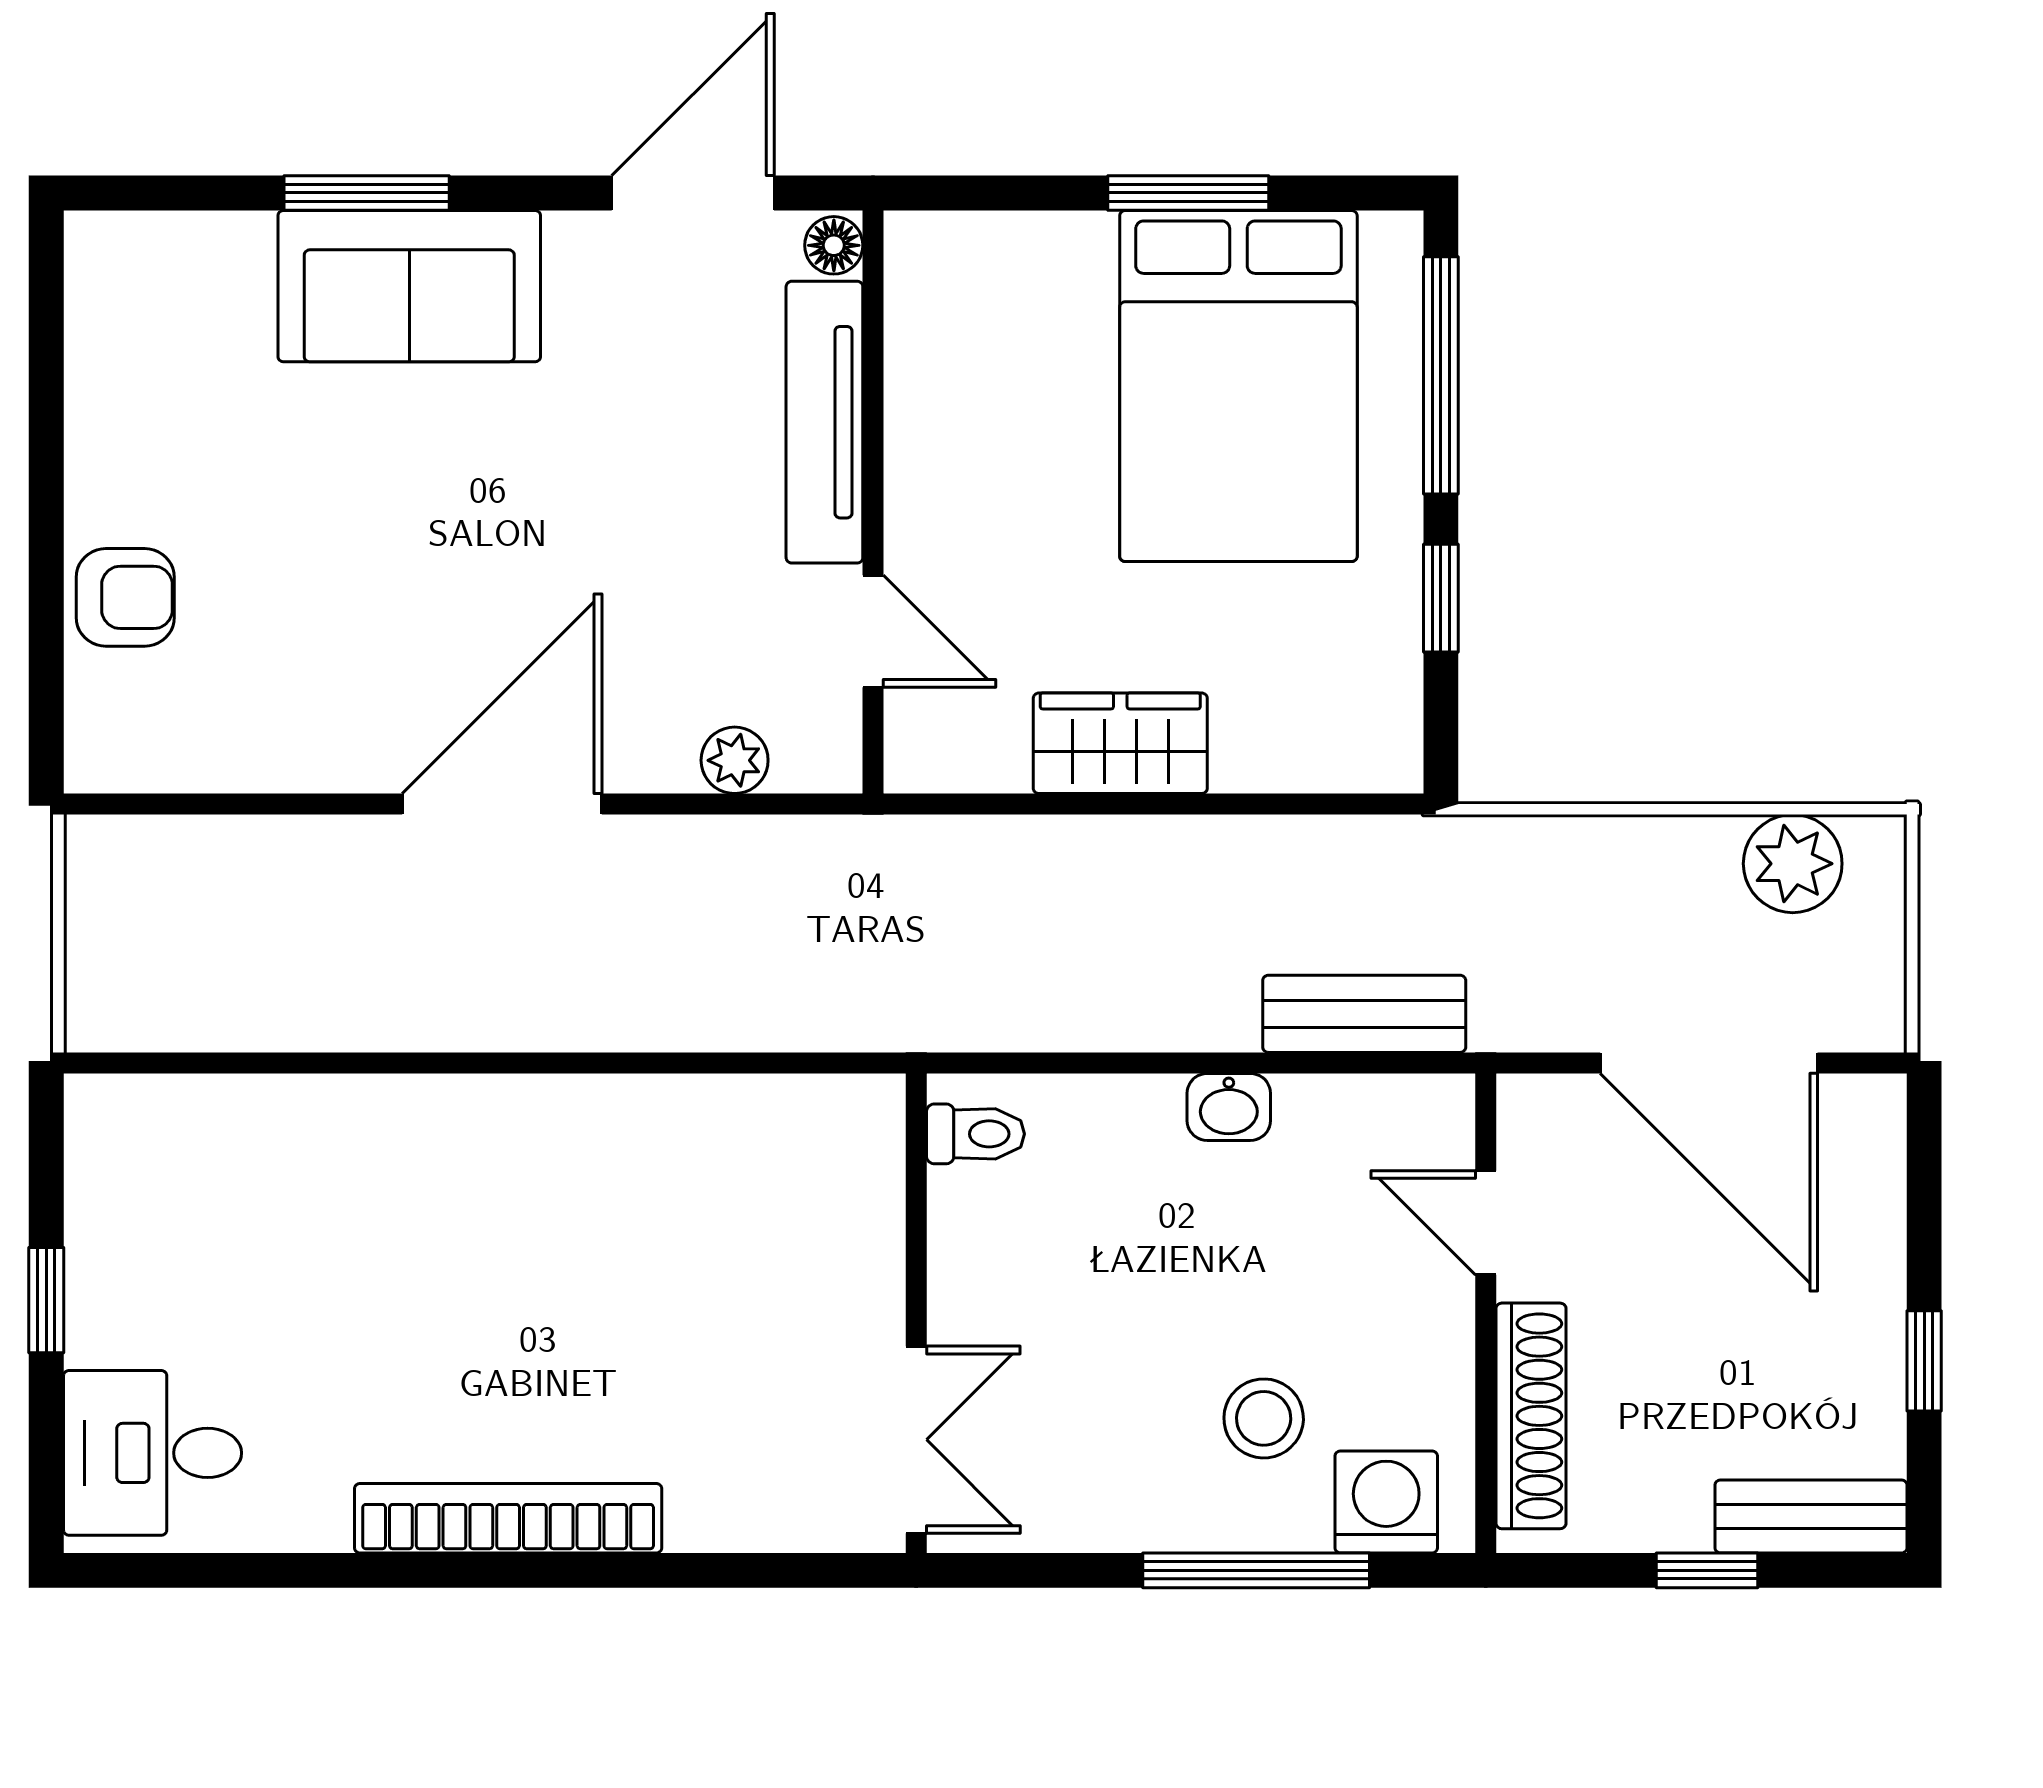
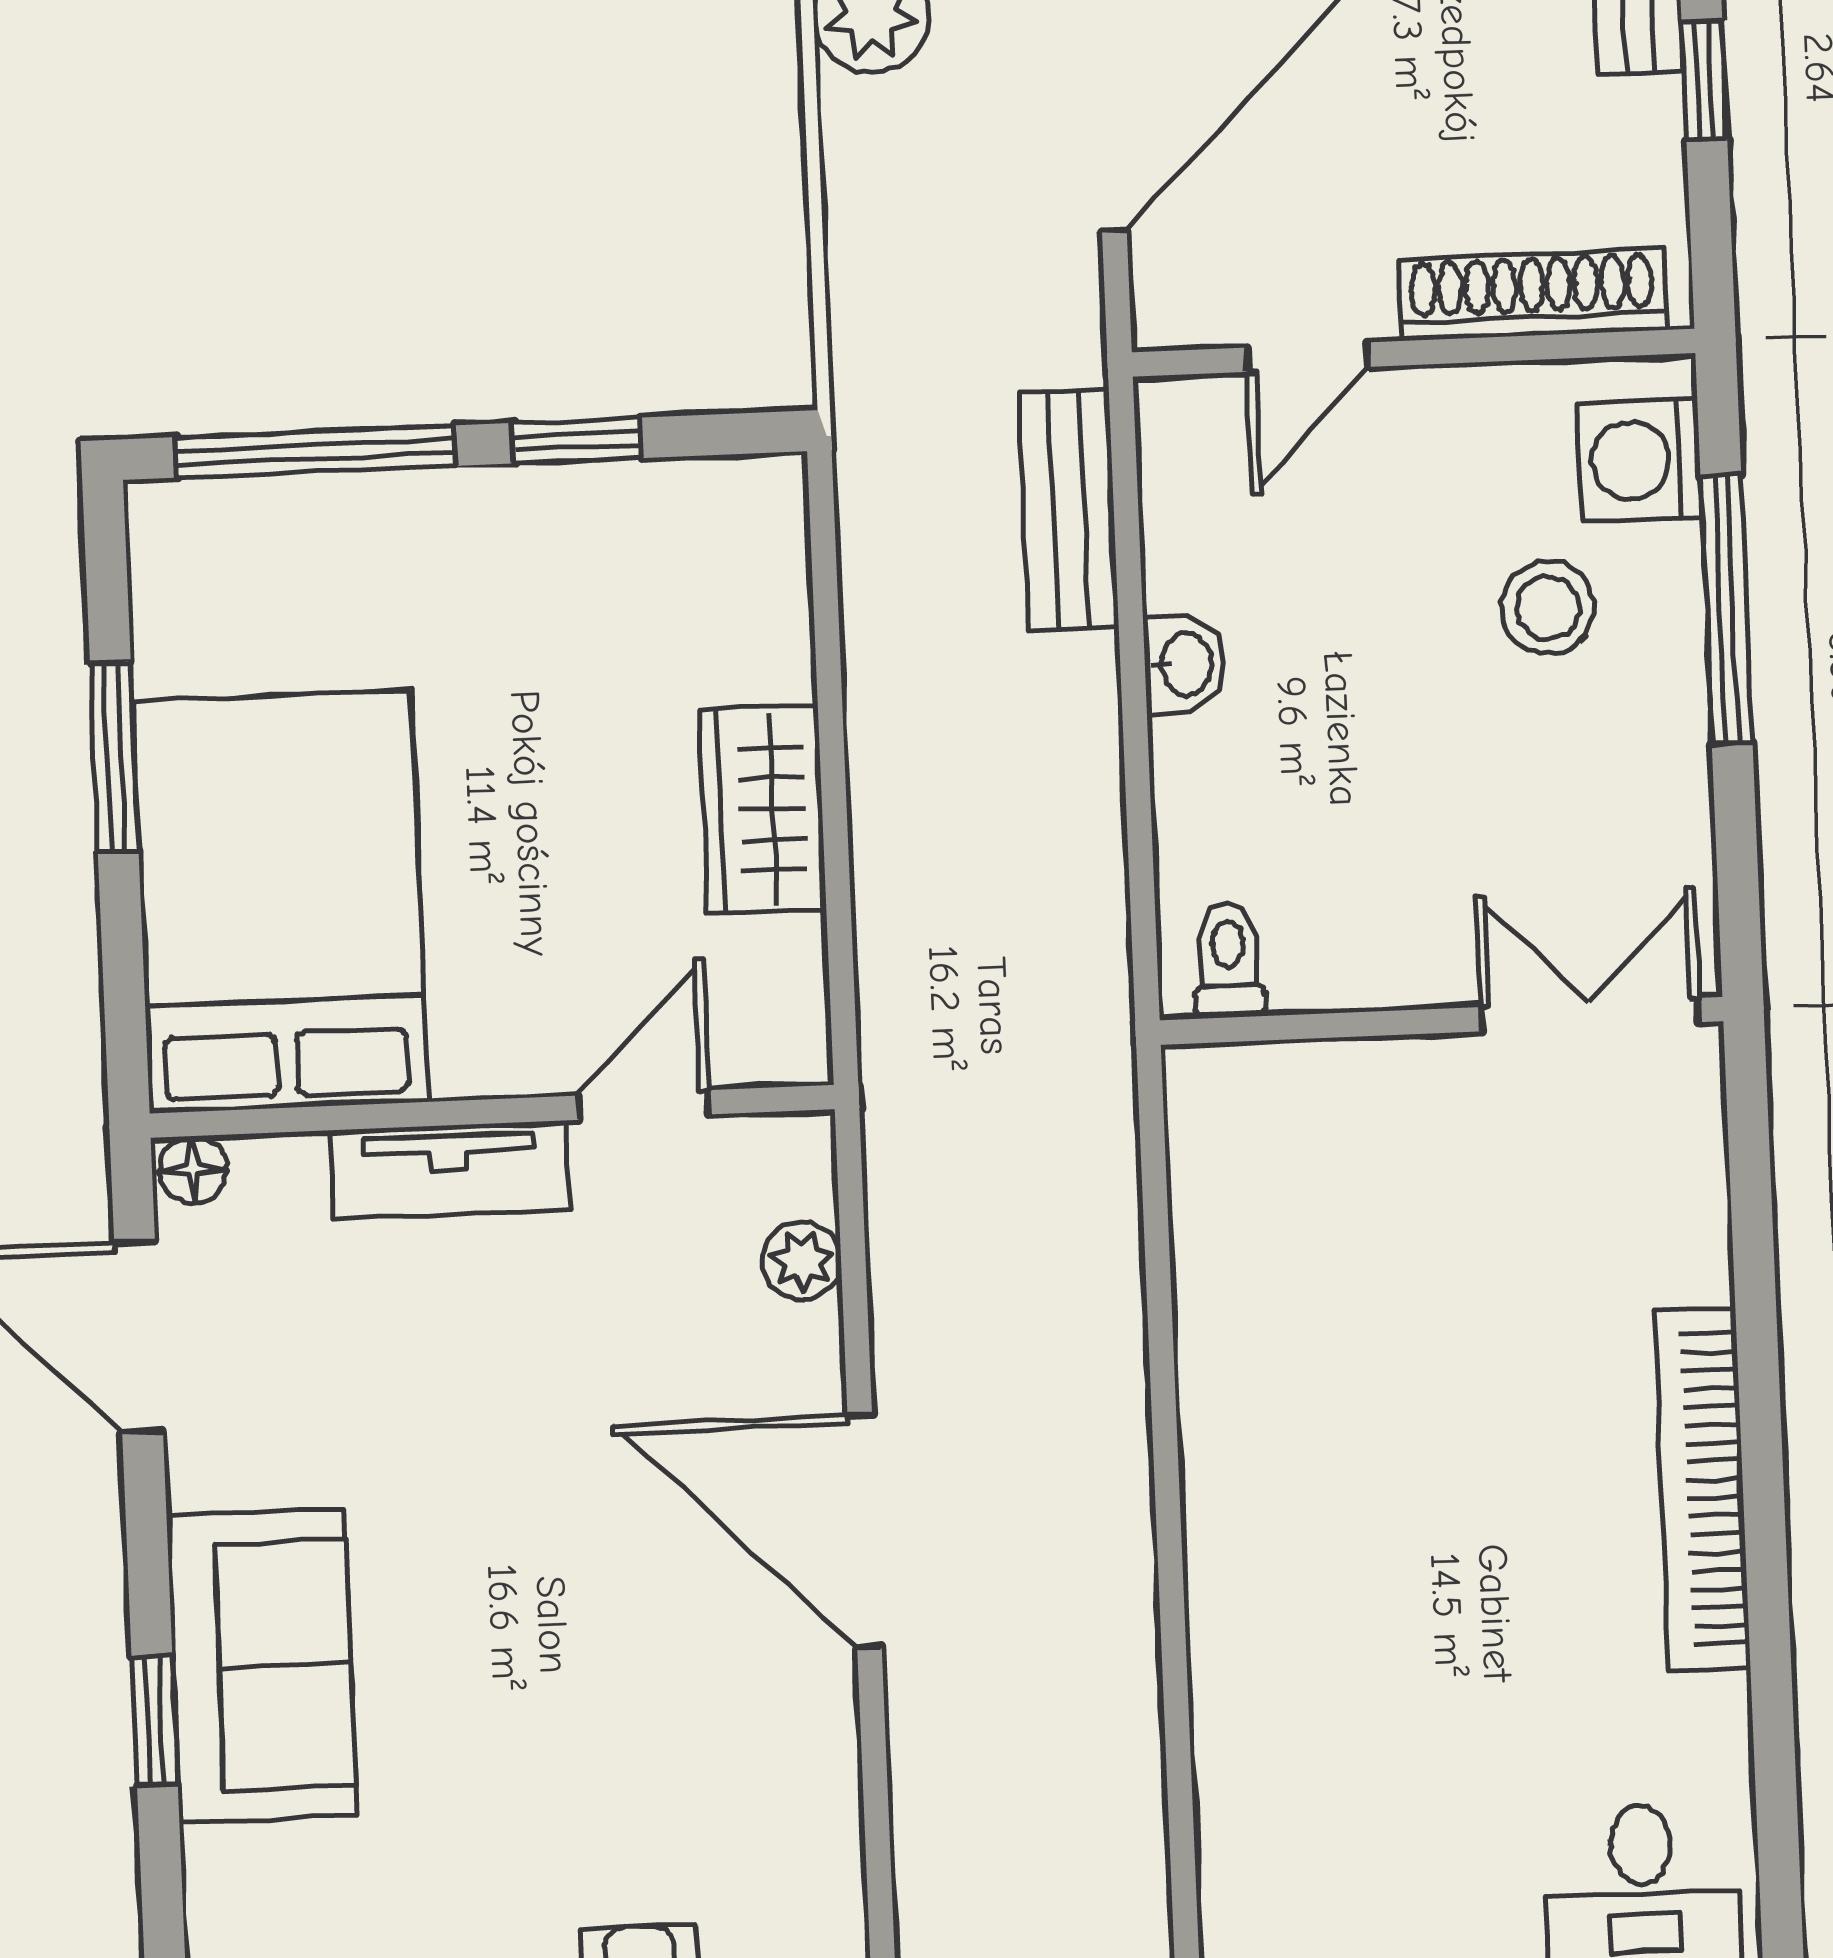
window: (367, 193) -> (155, 1720), width x0.67
bed: (1238, 386) -> (280, 902), moved, turned -90
tv unit: (824, 422) -> (449, 1170), width x0.71

